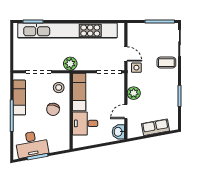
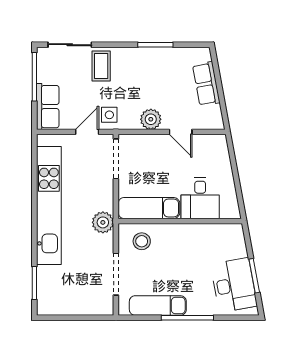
kitchen unit: (67, 30) -> (49, 206), width x0.73
row of seats: (141, 30) -> (48, 107), added
chair: (53, 109) -> (177, 250), removed
washbasin: (118, 132) -> (214, 144), removed

